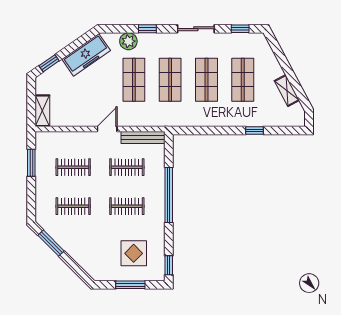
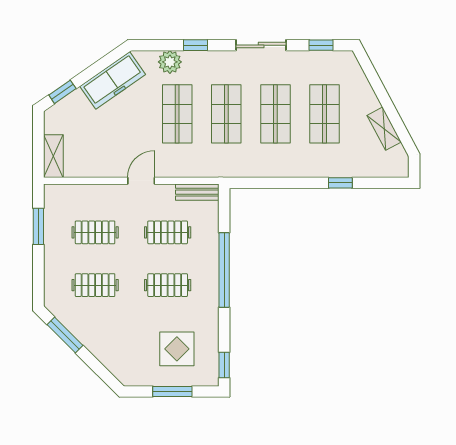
bench: (143, 137) -> (197, 192), width x0.73

